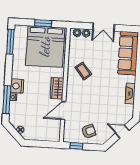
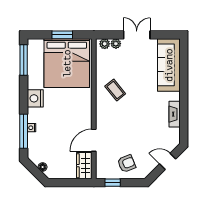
double door: (104, 27) -> (137, 35), swing flipped
nightstand: (17, 86) -> (35, 98), moved
wardrobe: (57, 88) -> (84, 166), moved

